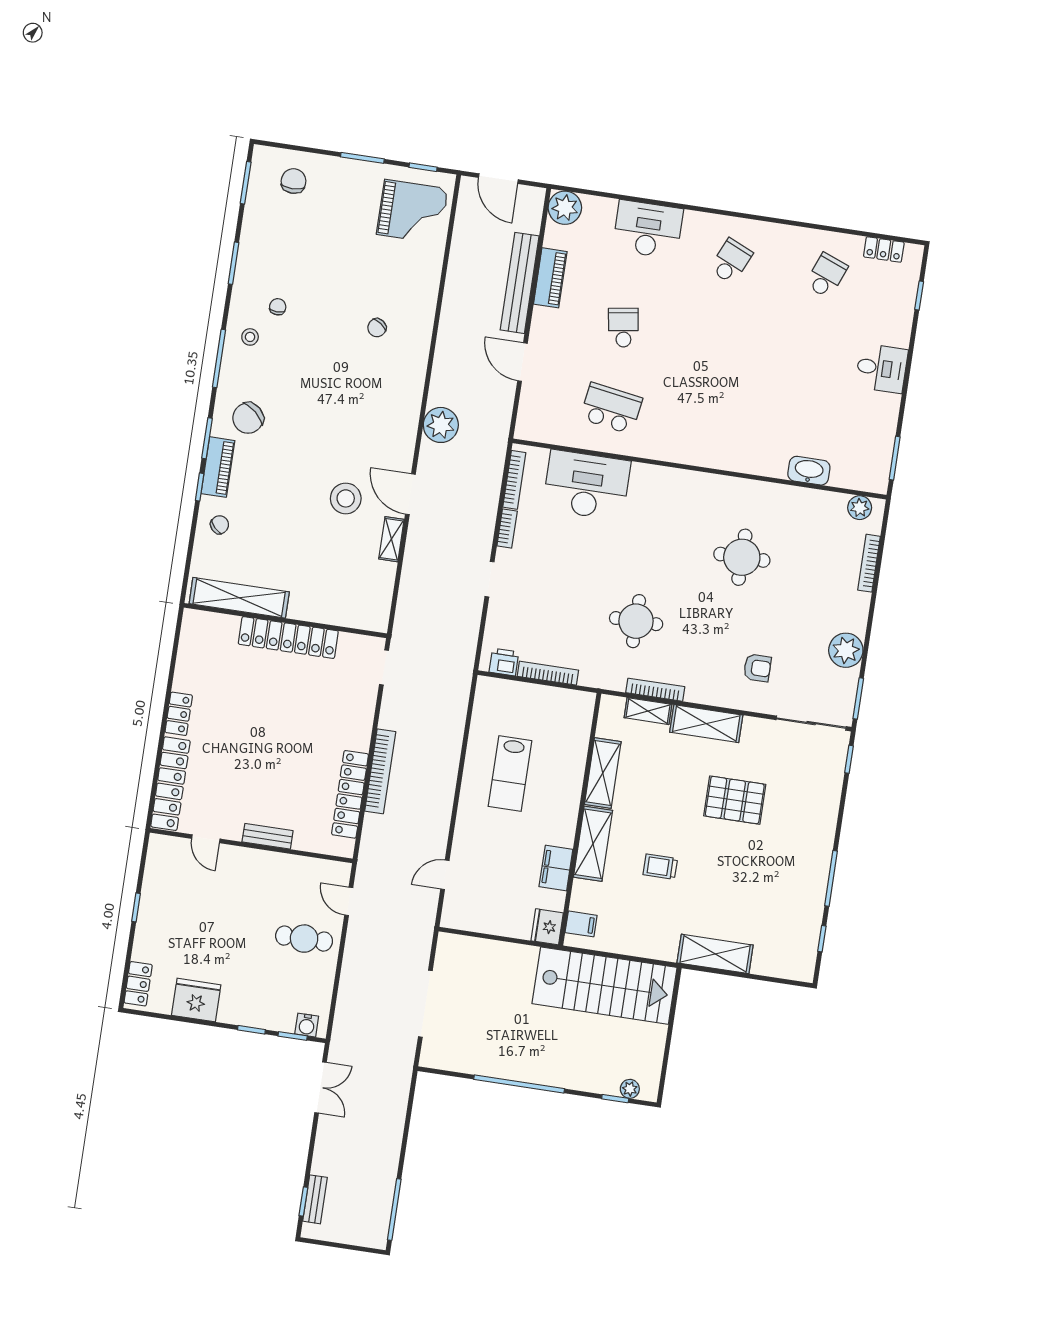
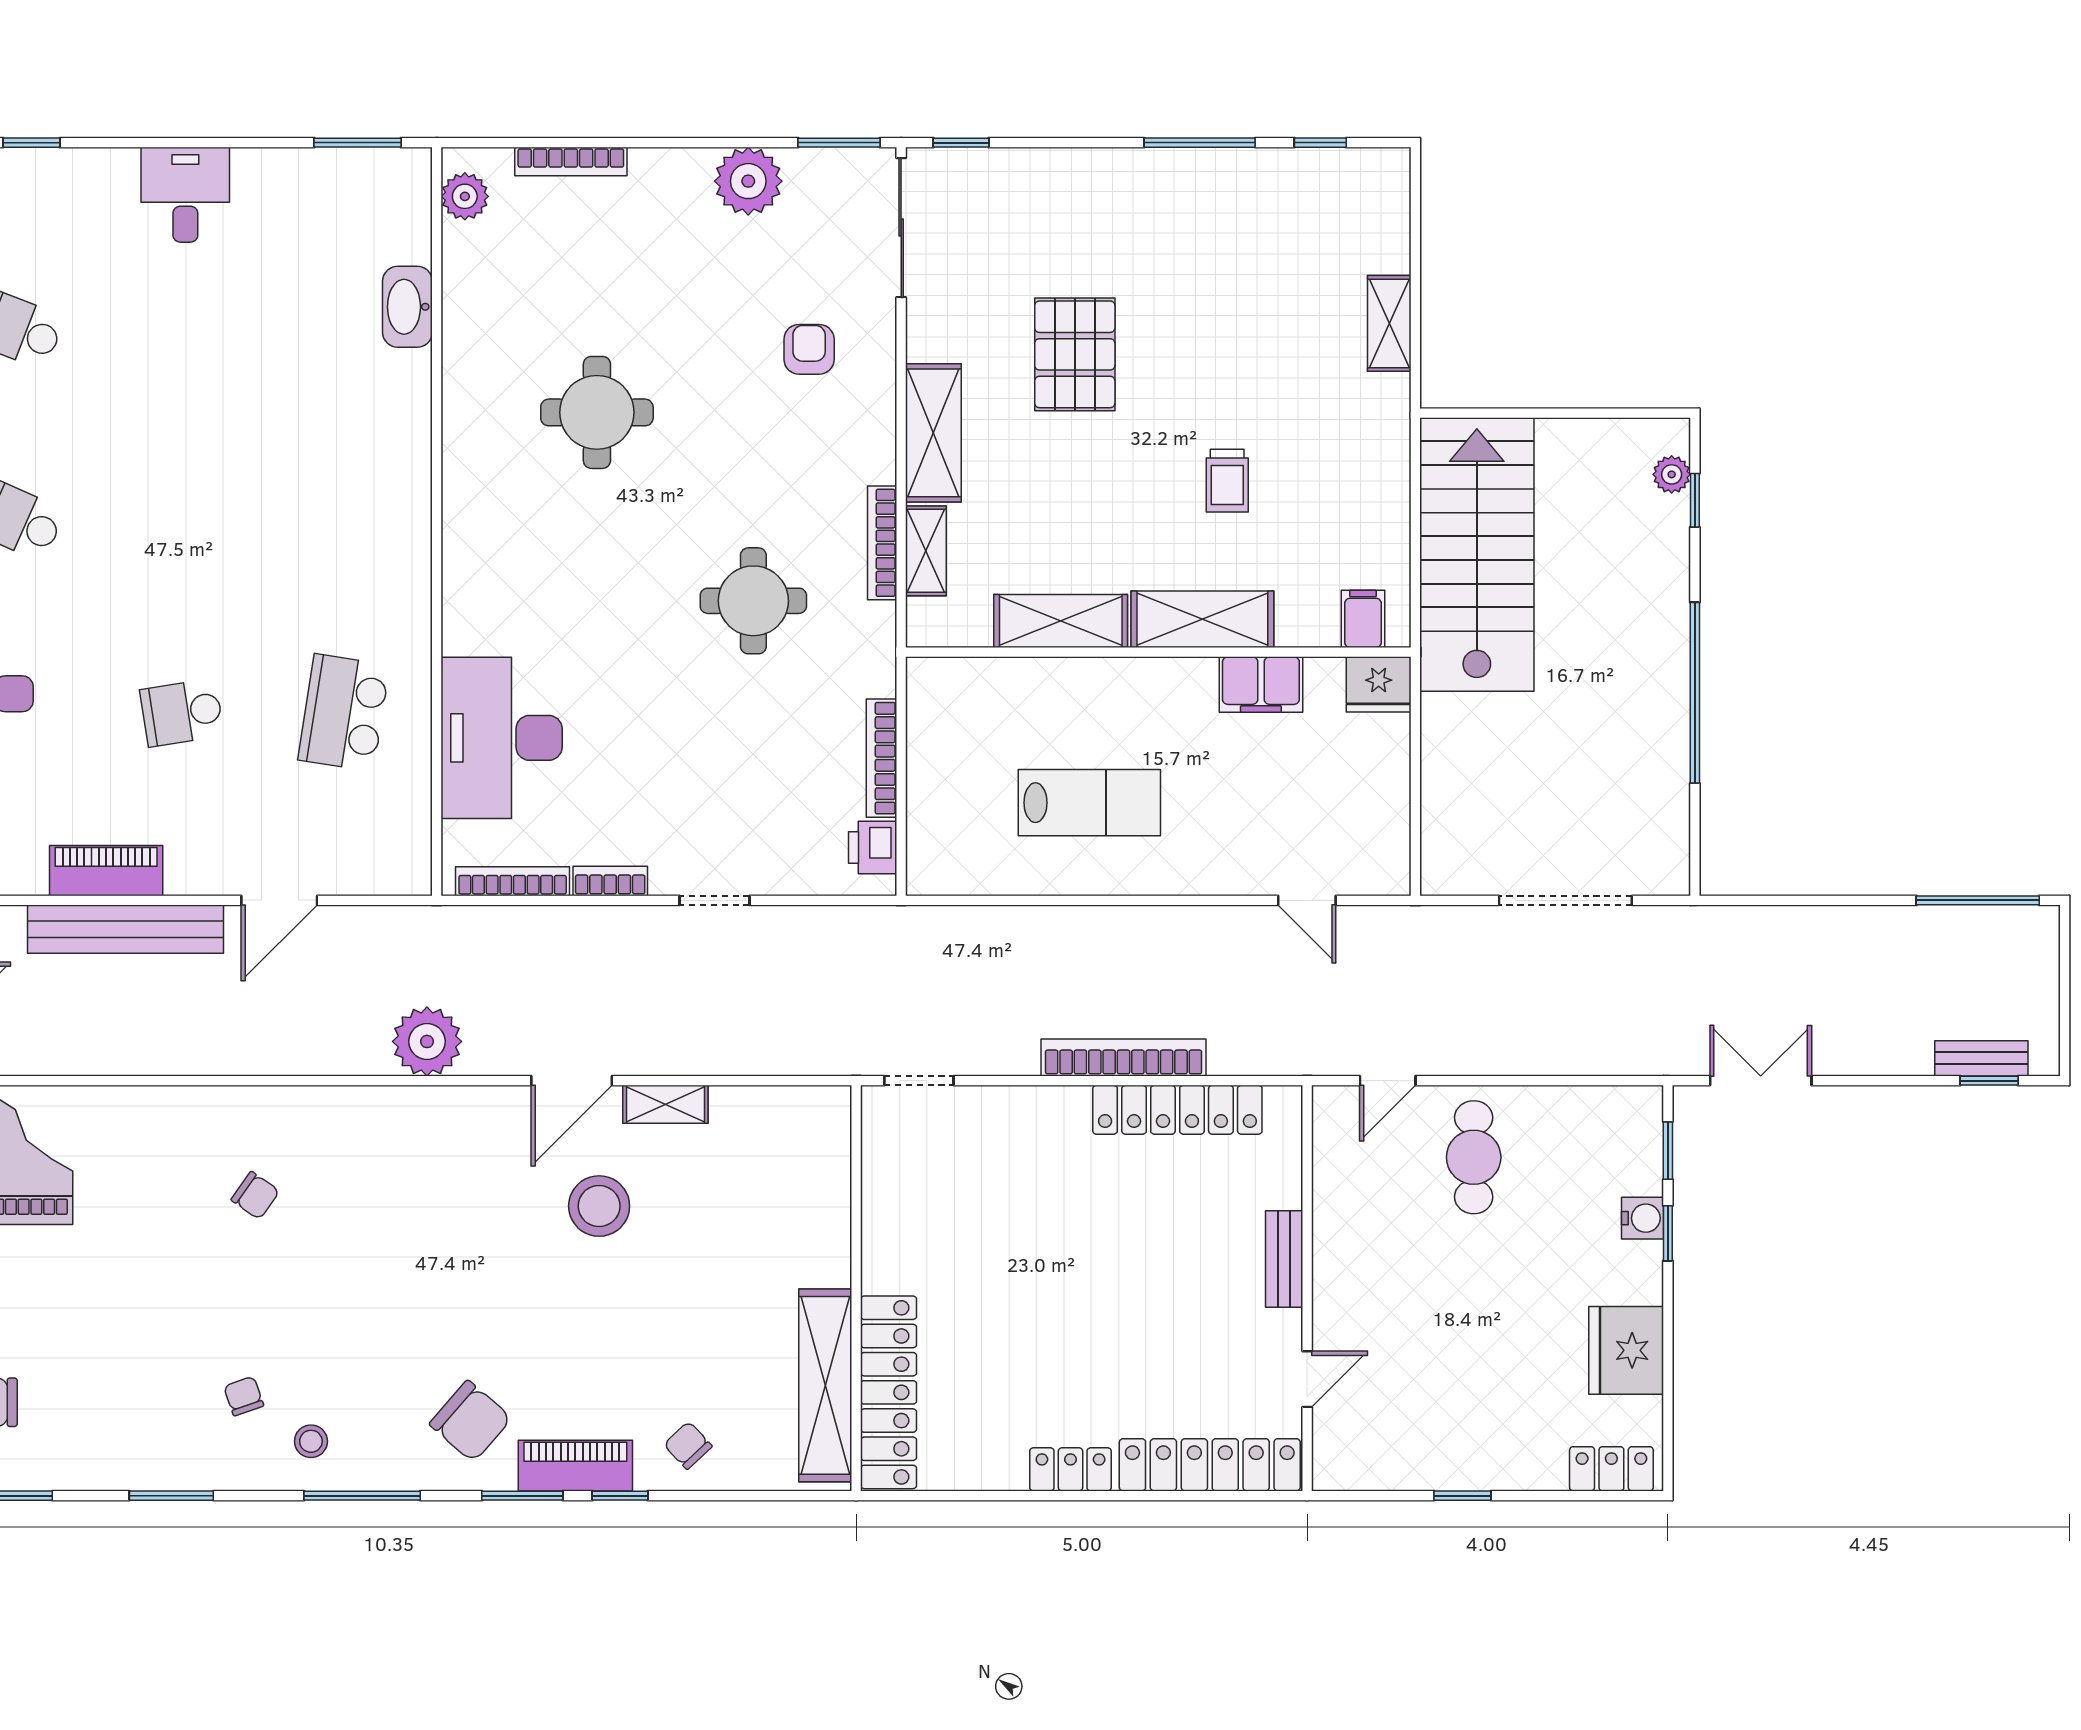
chair: (278, 307) -> (244, 1396), turned 69
locker: (288, 637) -> (889, 1392), moved
shelving: (715, 954) -> (1389, 323), width x0.67, depth x0.75
water cooler: (307, 1025) -> (1642, 1218), moved

